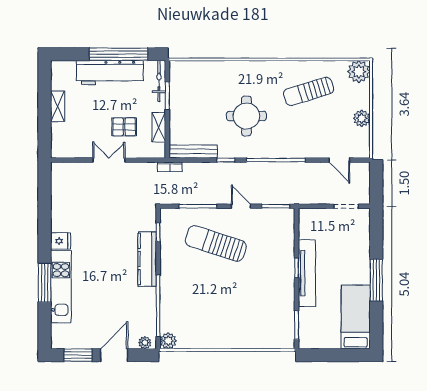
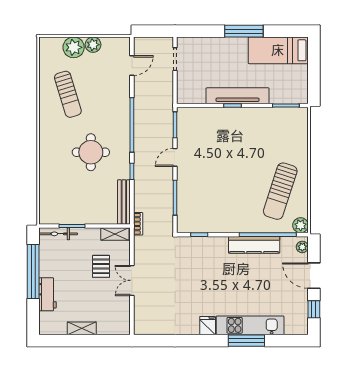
plant: (359, 72) -> (74, 47), moved
workbench: (110, 73) -> (48, 294), width x0.53, depth x0.76
shelving: (159, 127) -> (115, 234), moved
sun lounger: (216, 243) -> (280, 191), moved
kitchen counter: (147, 259) -> (254, 245), moved
window: (78, 355) -> (314, 309), width x0.67

